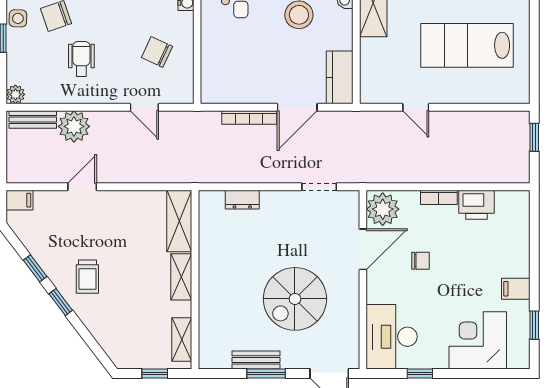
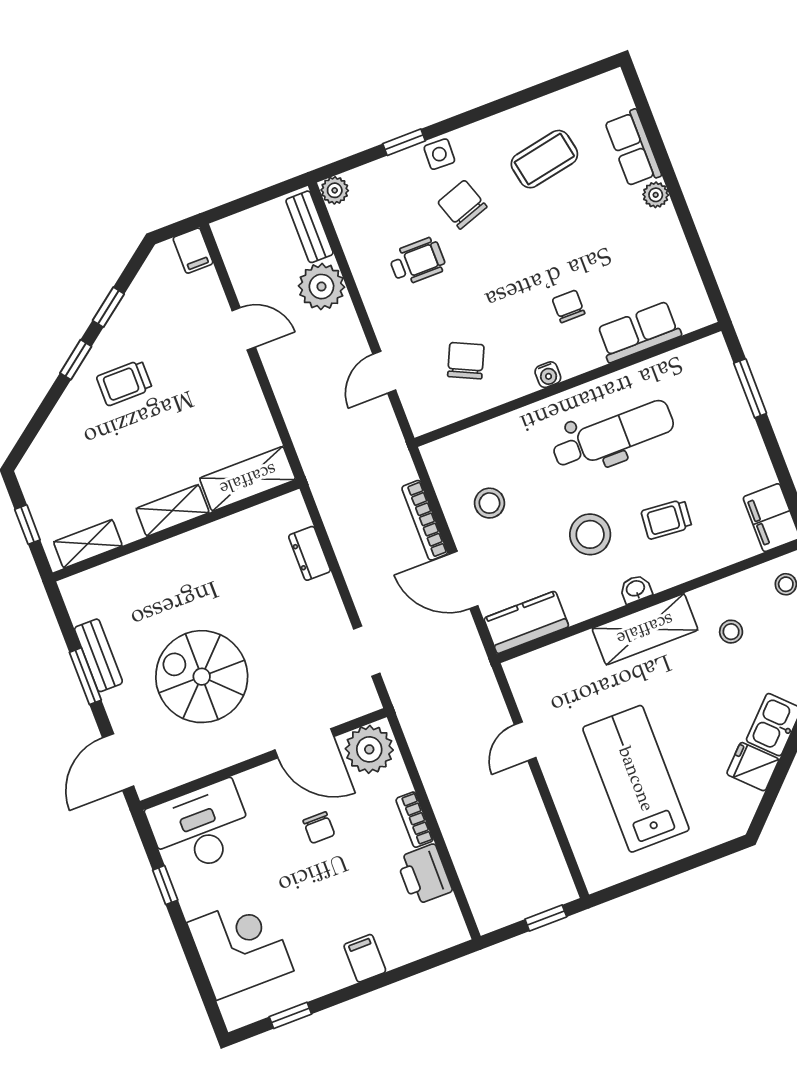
stool: (254, 72) -> (490, 503), added
filing cabinet: (516, 289) -> (365, 958), moved

